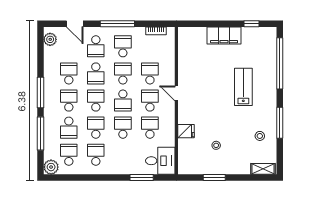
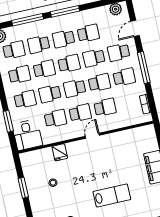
school desk: (69, 101) -> (64, 39), turned 180
school desk: (123, 128) -> (50, 94), turned 180
school desk: (123, 155) -> (25, 99), added

